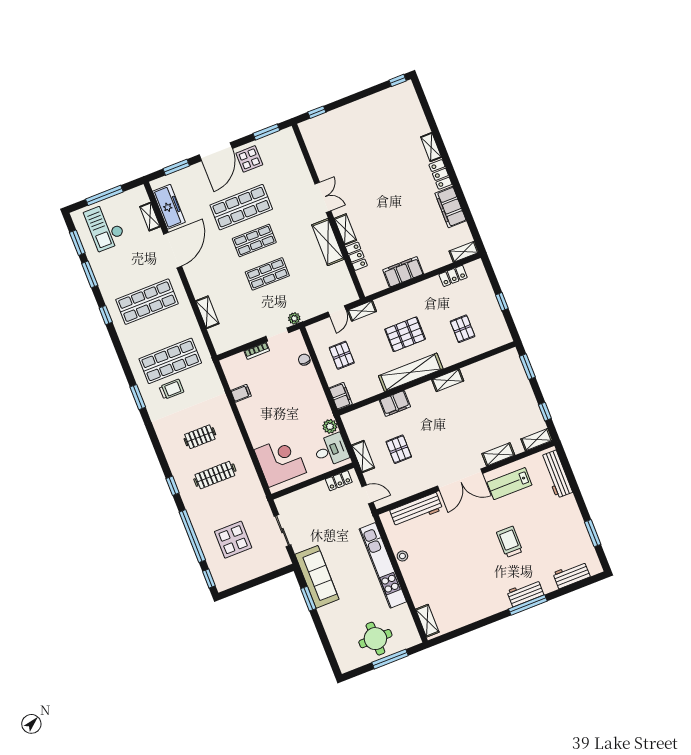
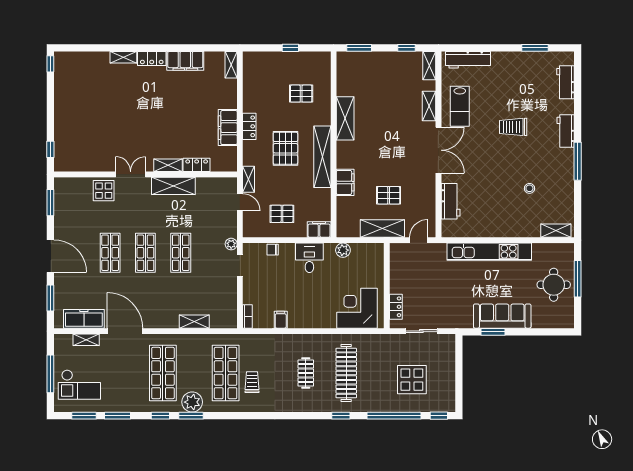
display table: (249, 159) -> (104, 191), moved
shop shelf: (241, 207) -> (110, 253), width x0.70, depth x0.74
locker: (453, 276) -> (249, 126), moved
plant: (130, 340) -> (192, 402), added
bookcase: (257, 351) -> (247, 316), moved
shelving: (448, 380) -> (345, 118), width x1.50, depth x1.33
window: (138, 397) -> (191, 416), moved
desk: (331, 450) -> (309, 258), moved
shelving: (363, 457) -> (382, 229), width x1.50, depth x1.33
clothes rail: (215, 475) -> (346, 373), width x1.37, depth x1.31
locker: (339, 481) -> (396, 307), moved
workbench: (416, 510) -> (451, 201), width x0.73
stool: (402, 556) -> (529, 188), moved
sofa: (317, 577) -> (502, 316), moved
window: (528, 605) -> (578, 161), moved

